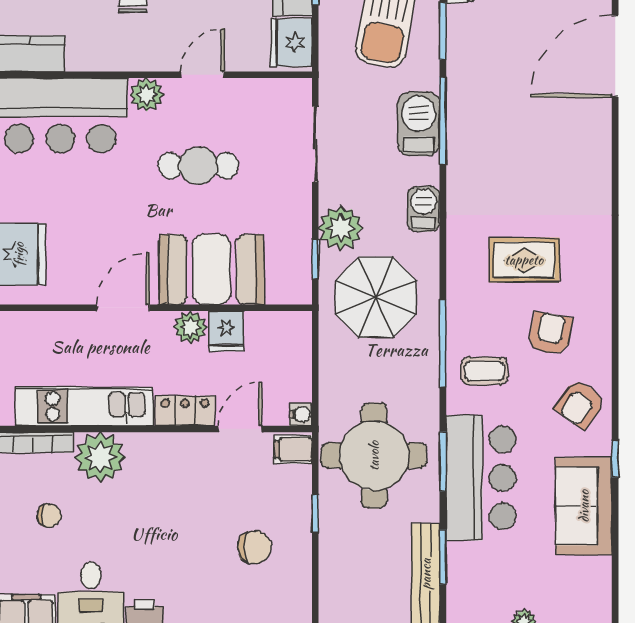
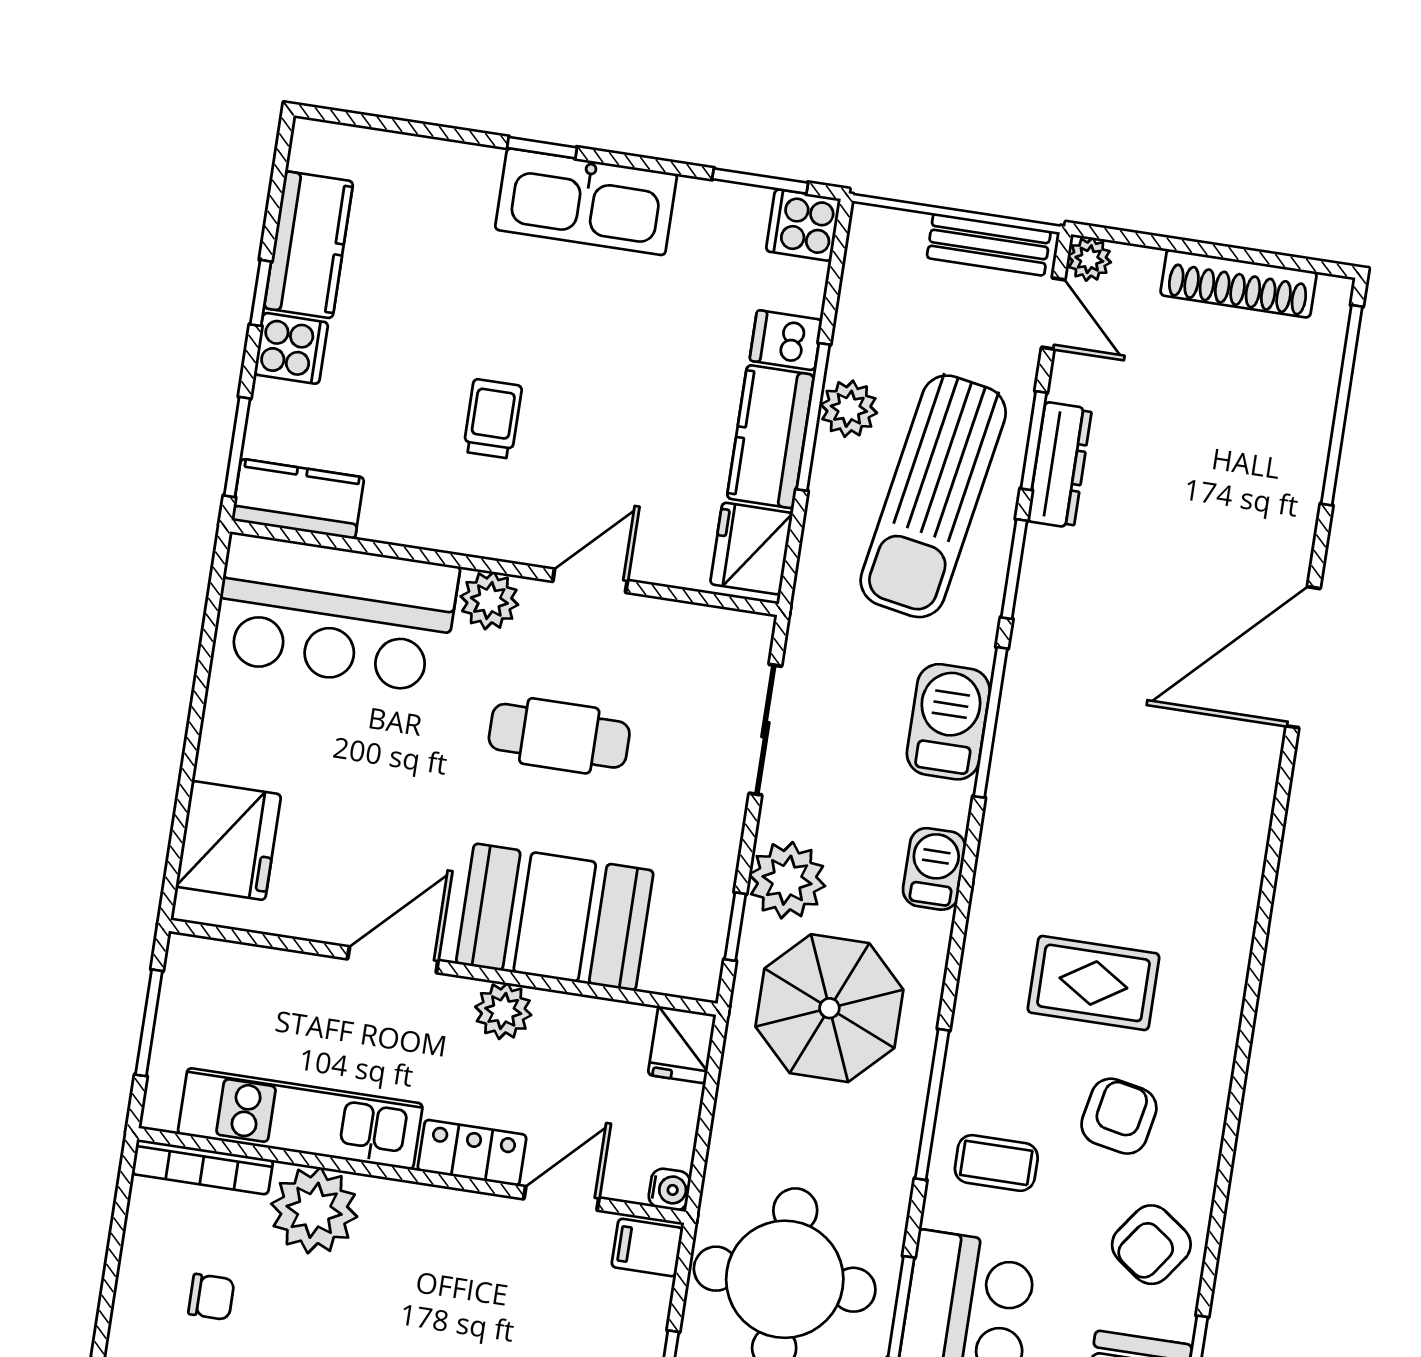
fridge: (226, 331) -> (682, 1045), moved

